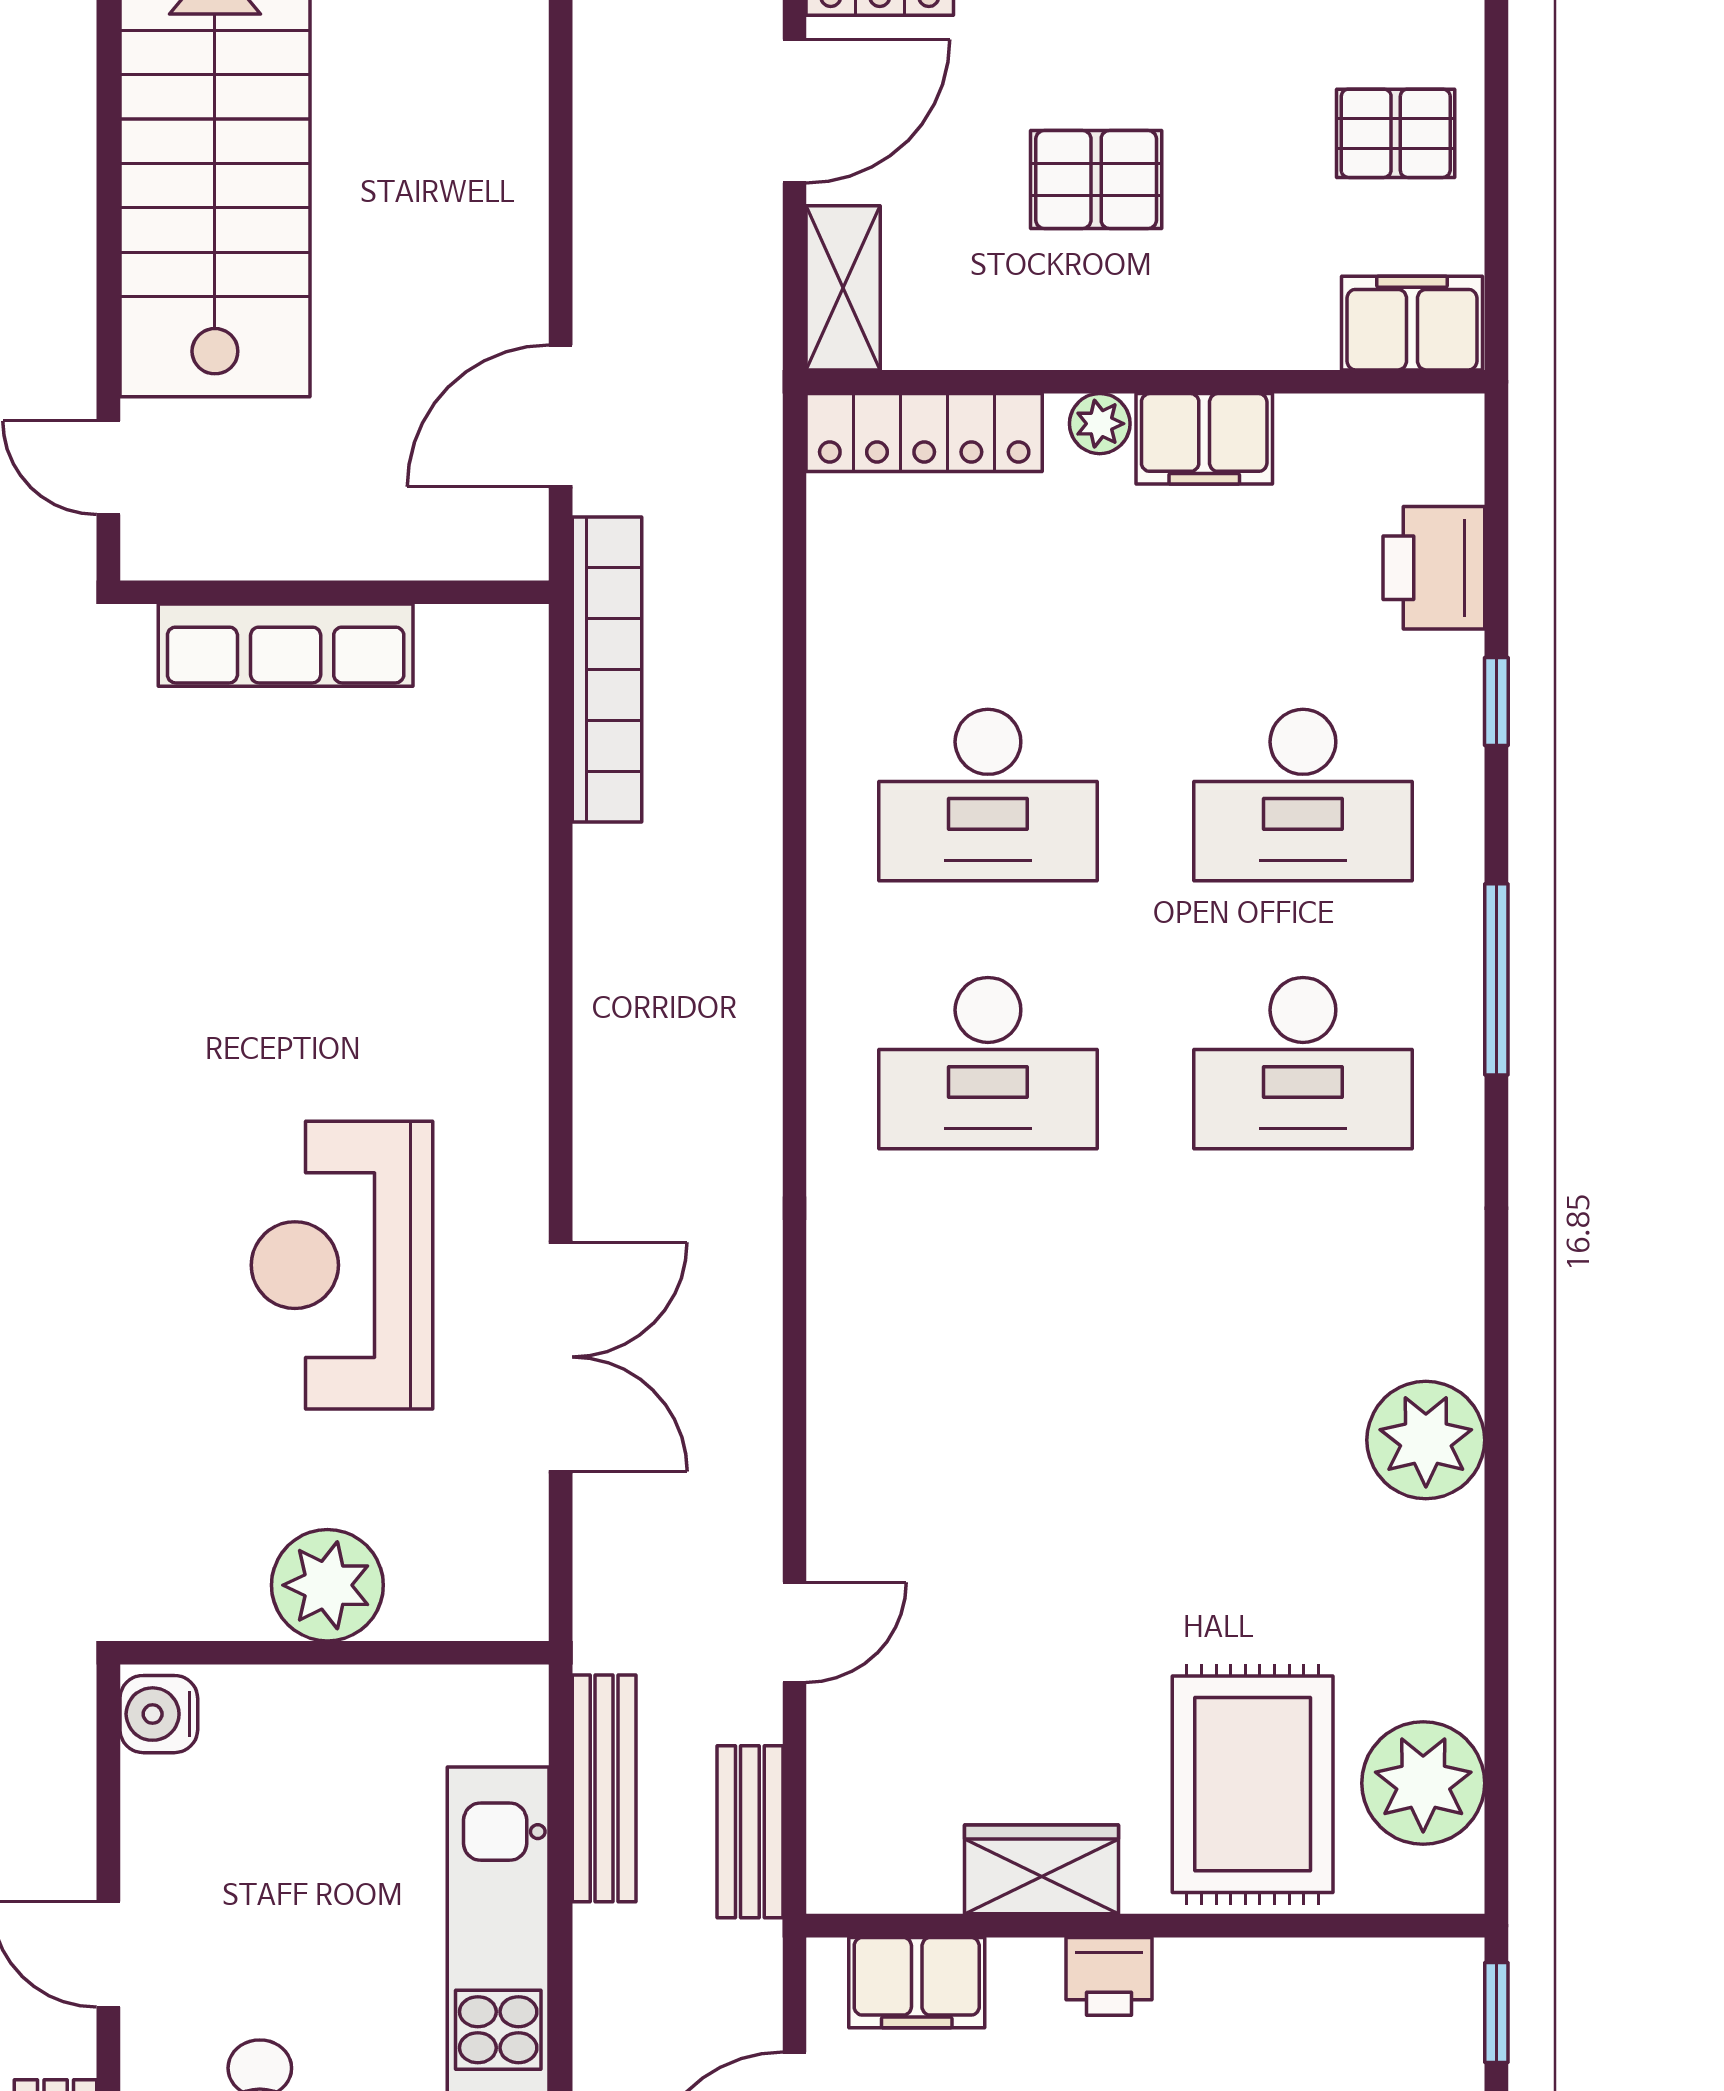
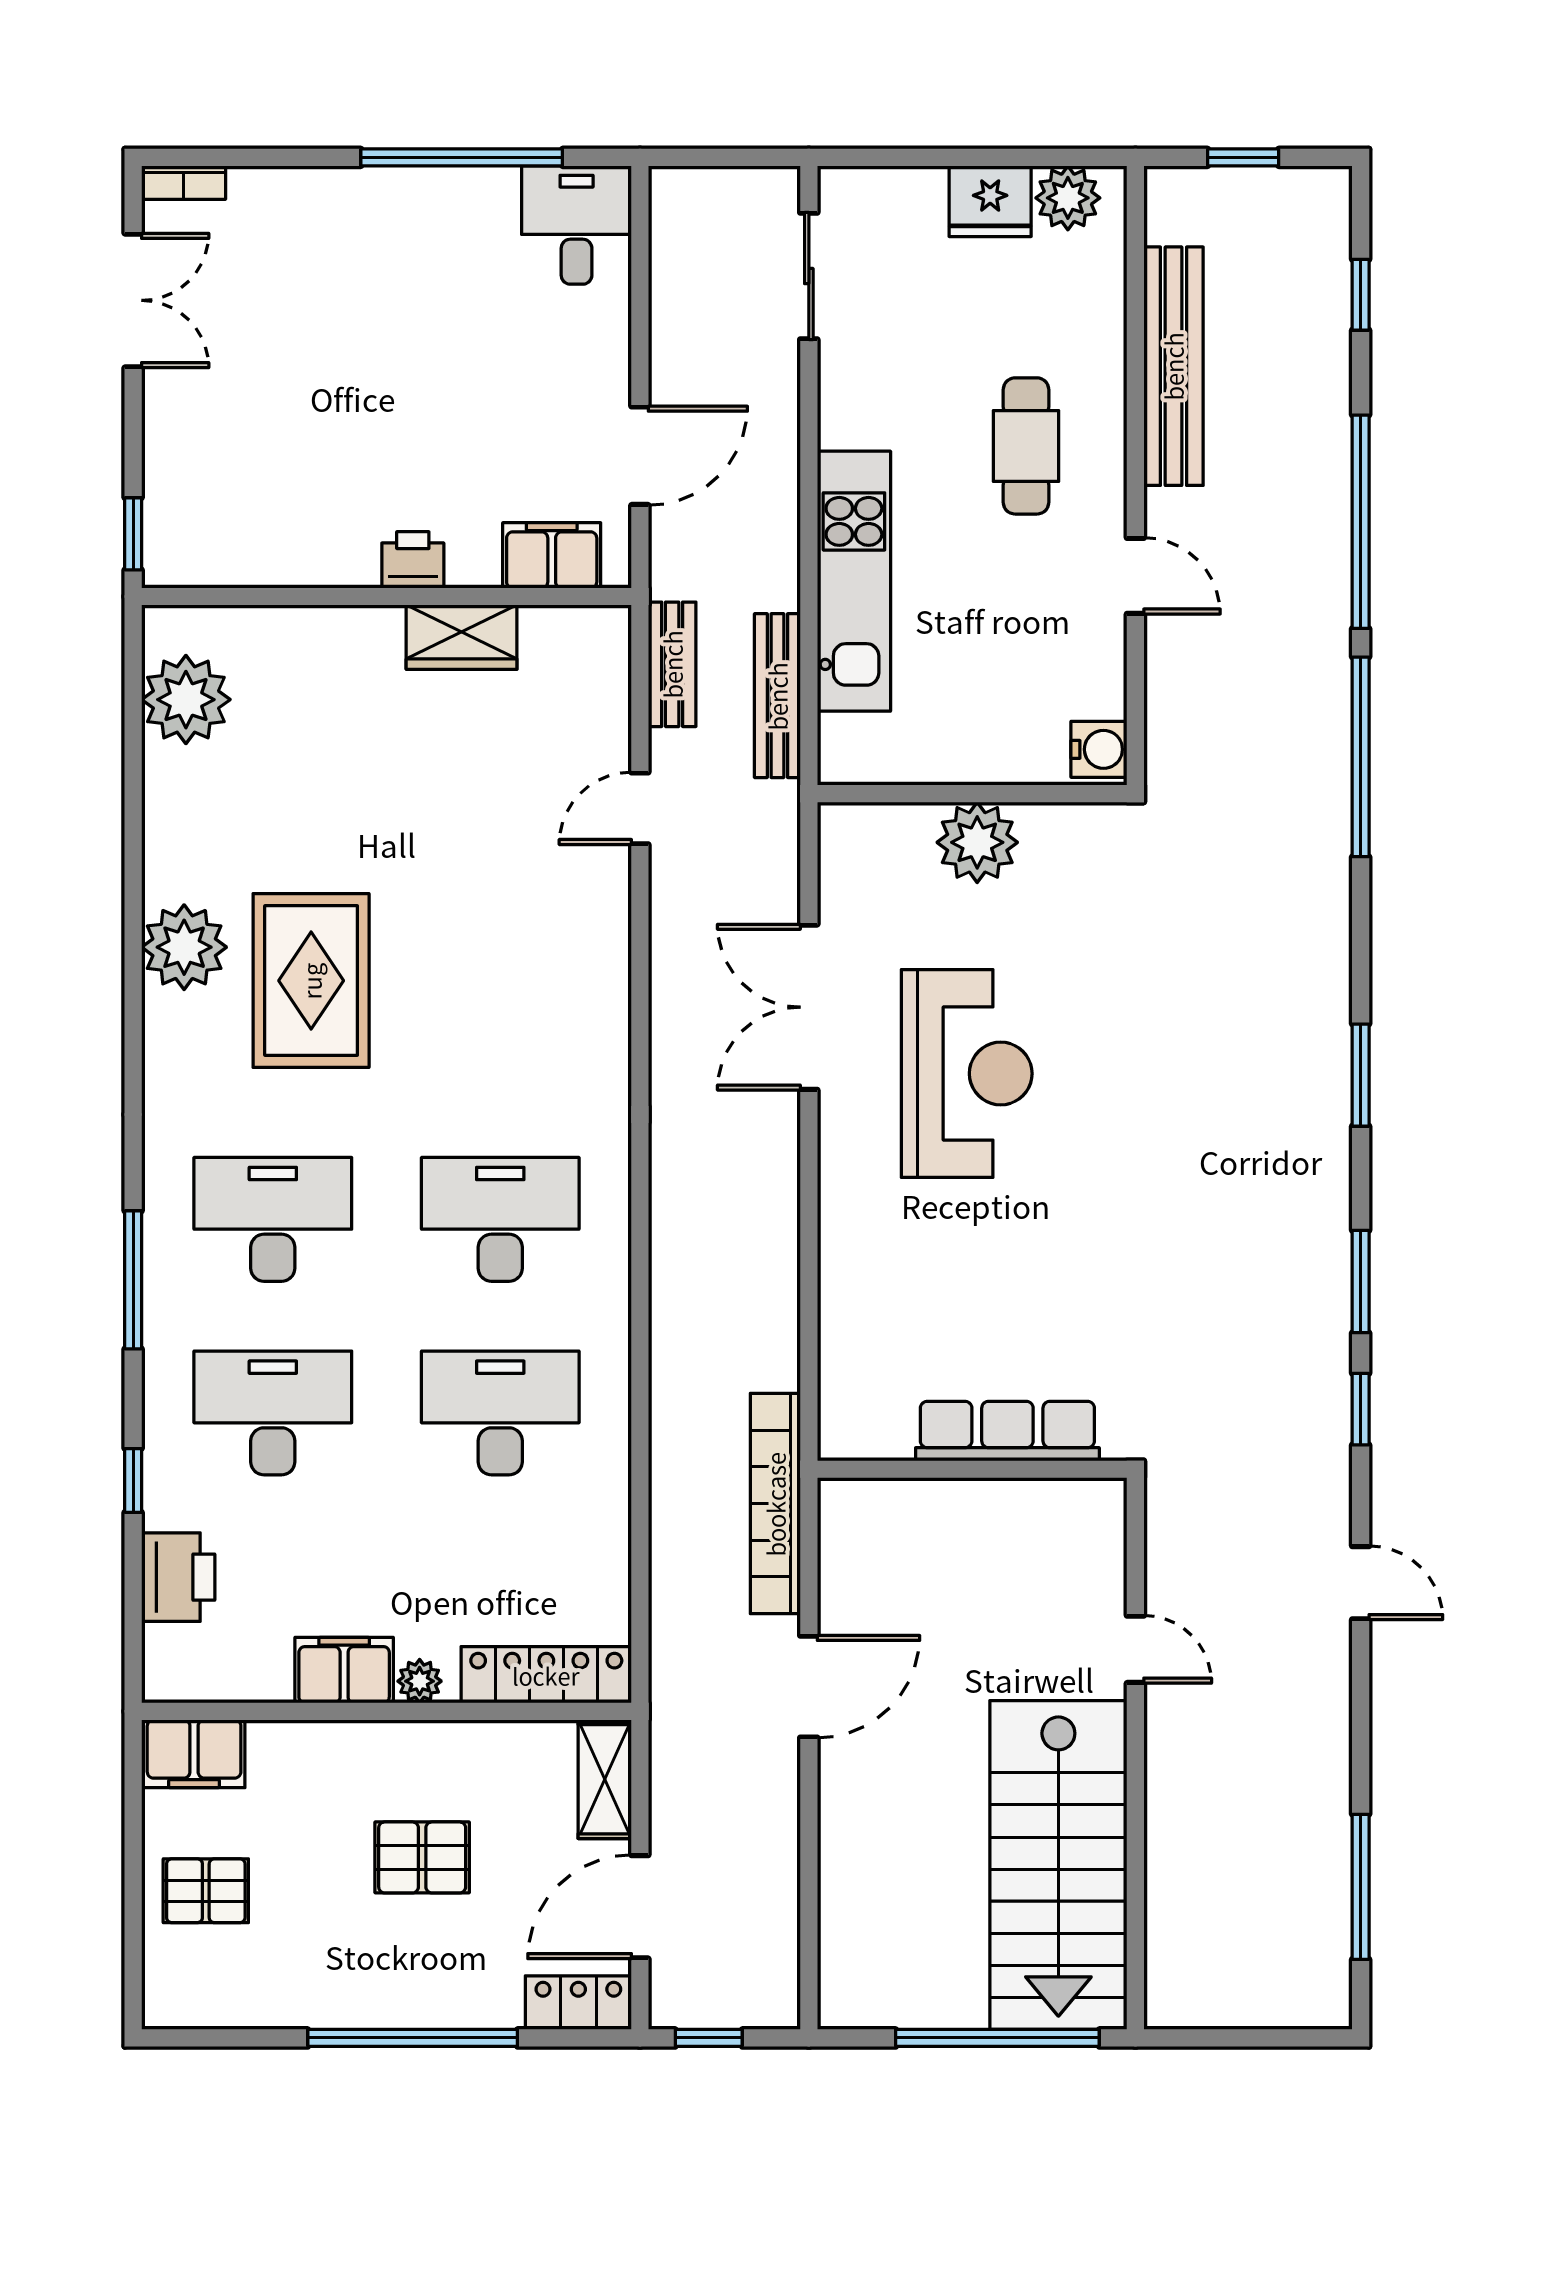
wall: (334, 592) -> (972, 1469), moved
row of seats: (286, 645) -> (1007, 1431), moved
rug: (1253, 1784) -> (311, 981), moved

